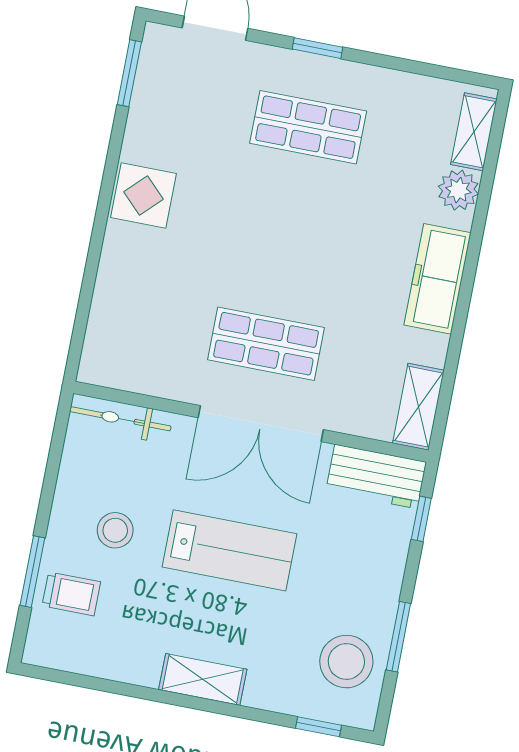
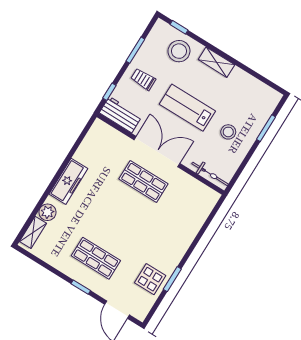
window: (129, 73) -> (172, 279), moved
display table: (143, 195) -> (150, 279), moved
shelving: (418, 407) -> (94, 135), removed
trolley: (71, 594) -> (143, 79), moved
stool: (346, 662) -> (179, 51), moved

